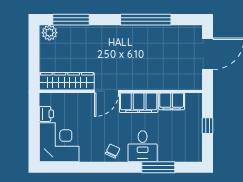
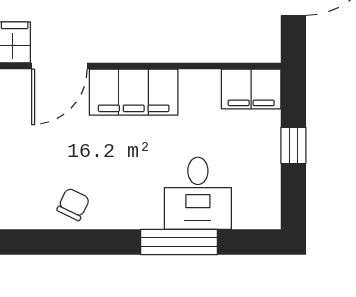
filing cabinet: (172, 101) -> (251, 89), moved
desk: (143, 146) -> (198, 193), moved

